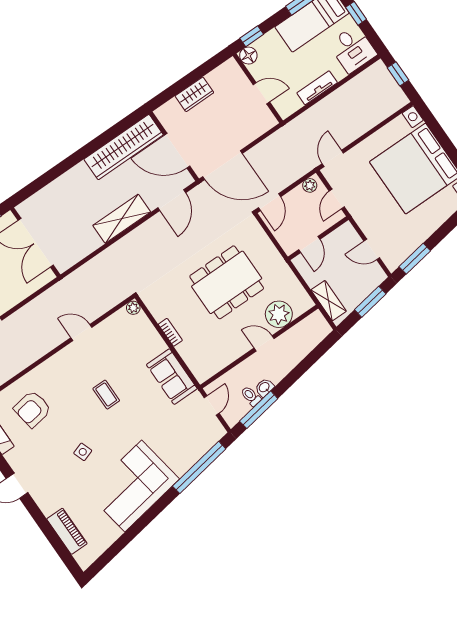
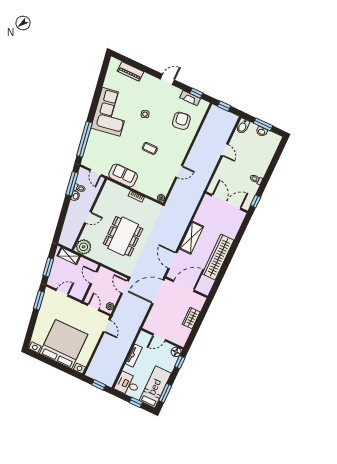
wardrobe: (124, 147) -> (218, 257), moved
plant: (279, 314) -> (84, 247), moved

